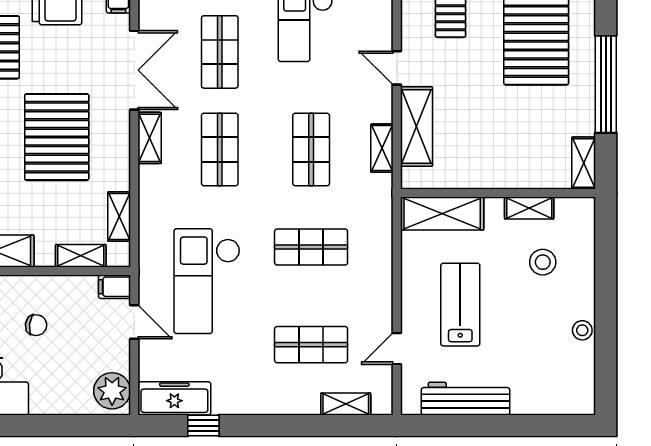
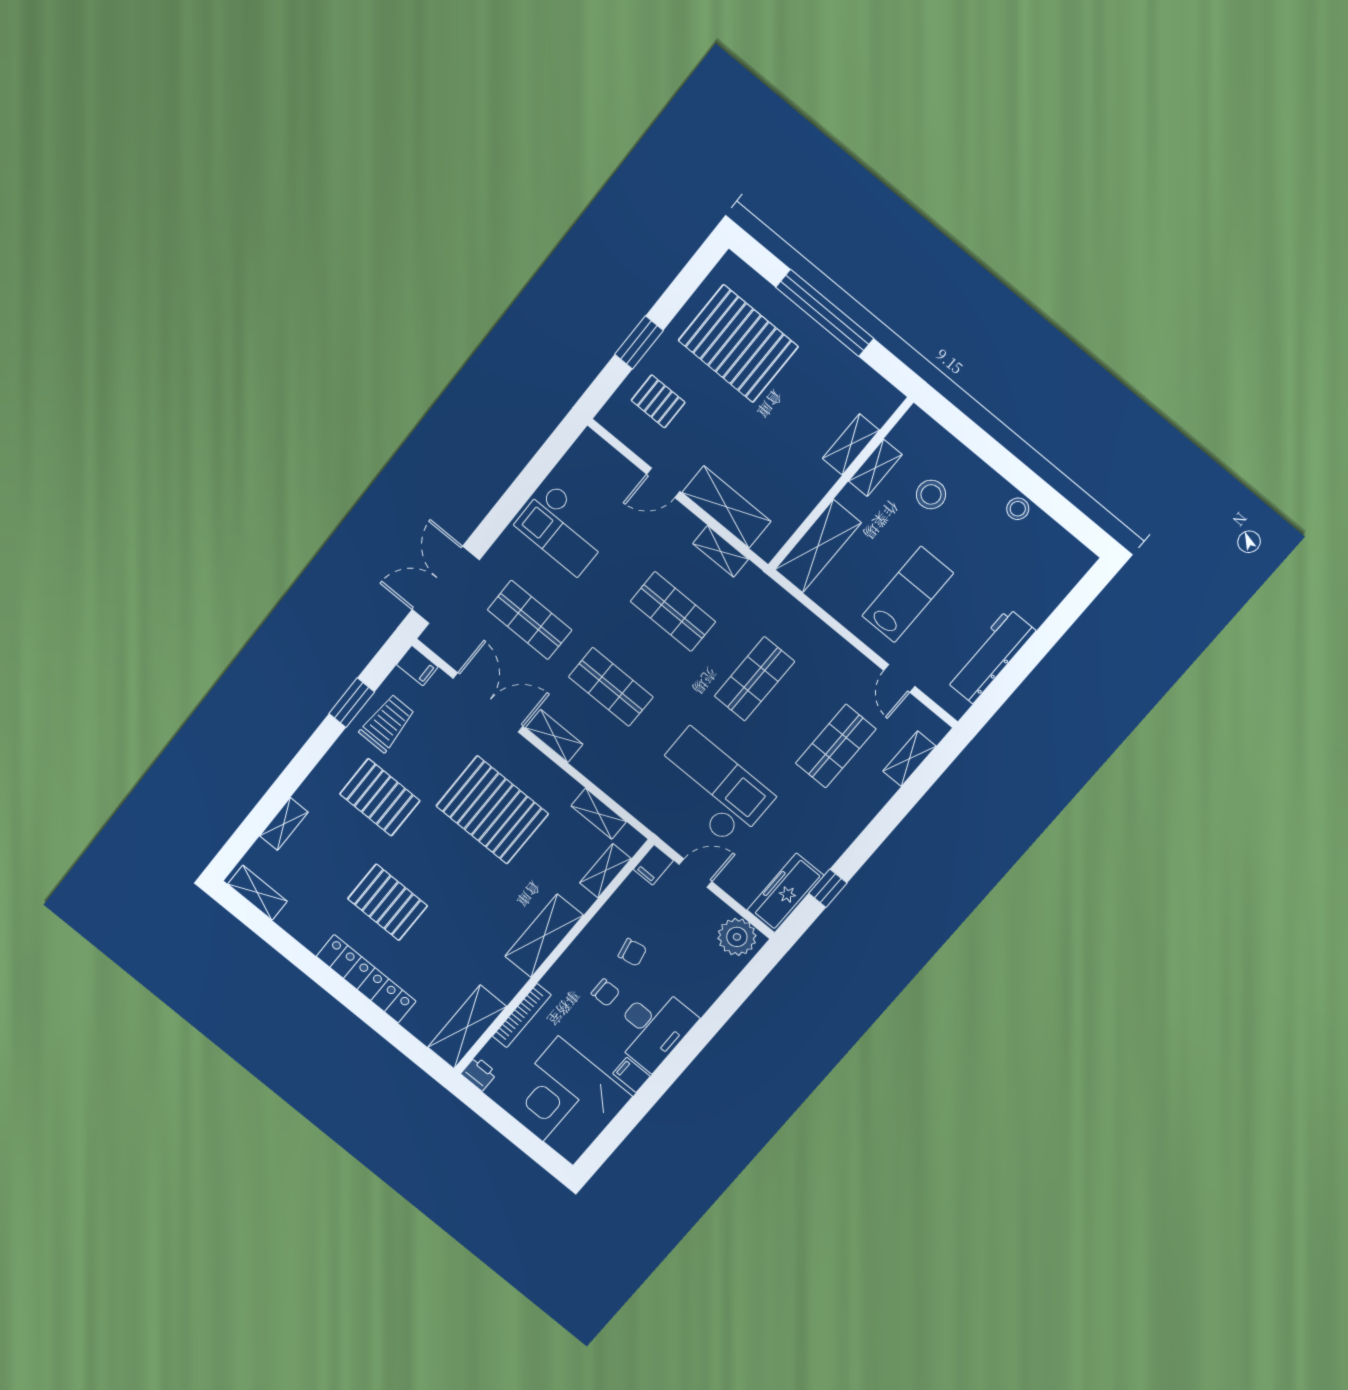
shelving: (584, 163) -> (851, 444), moved, turned 90
checkout: (207, 281) -> (711, 787), turned 180
lab bench: (460, 305) -> (908, 594), turned 90
chair: (36, 325) -> (632, 952), turned 71

